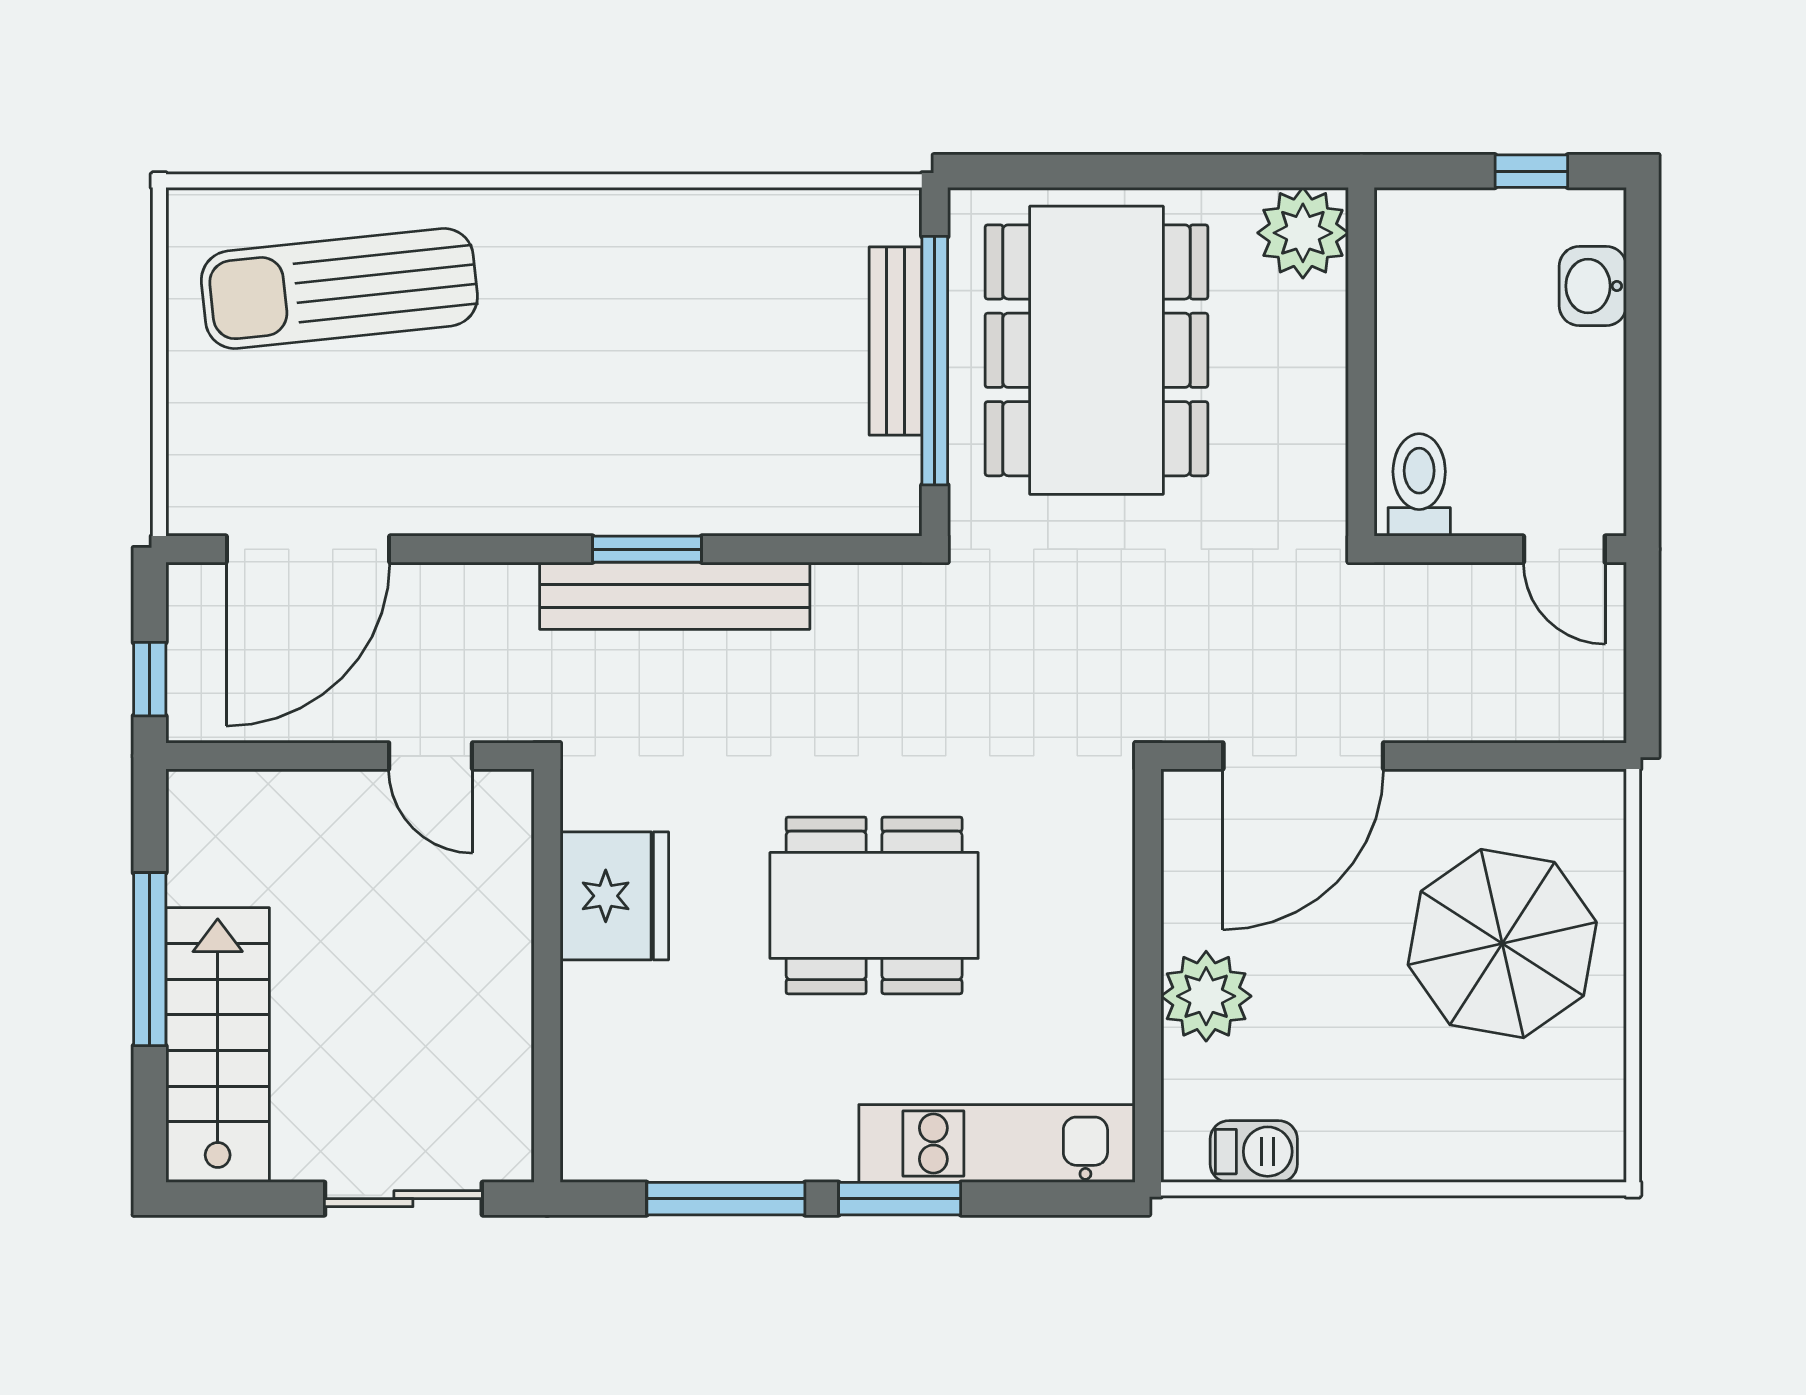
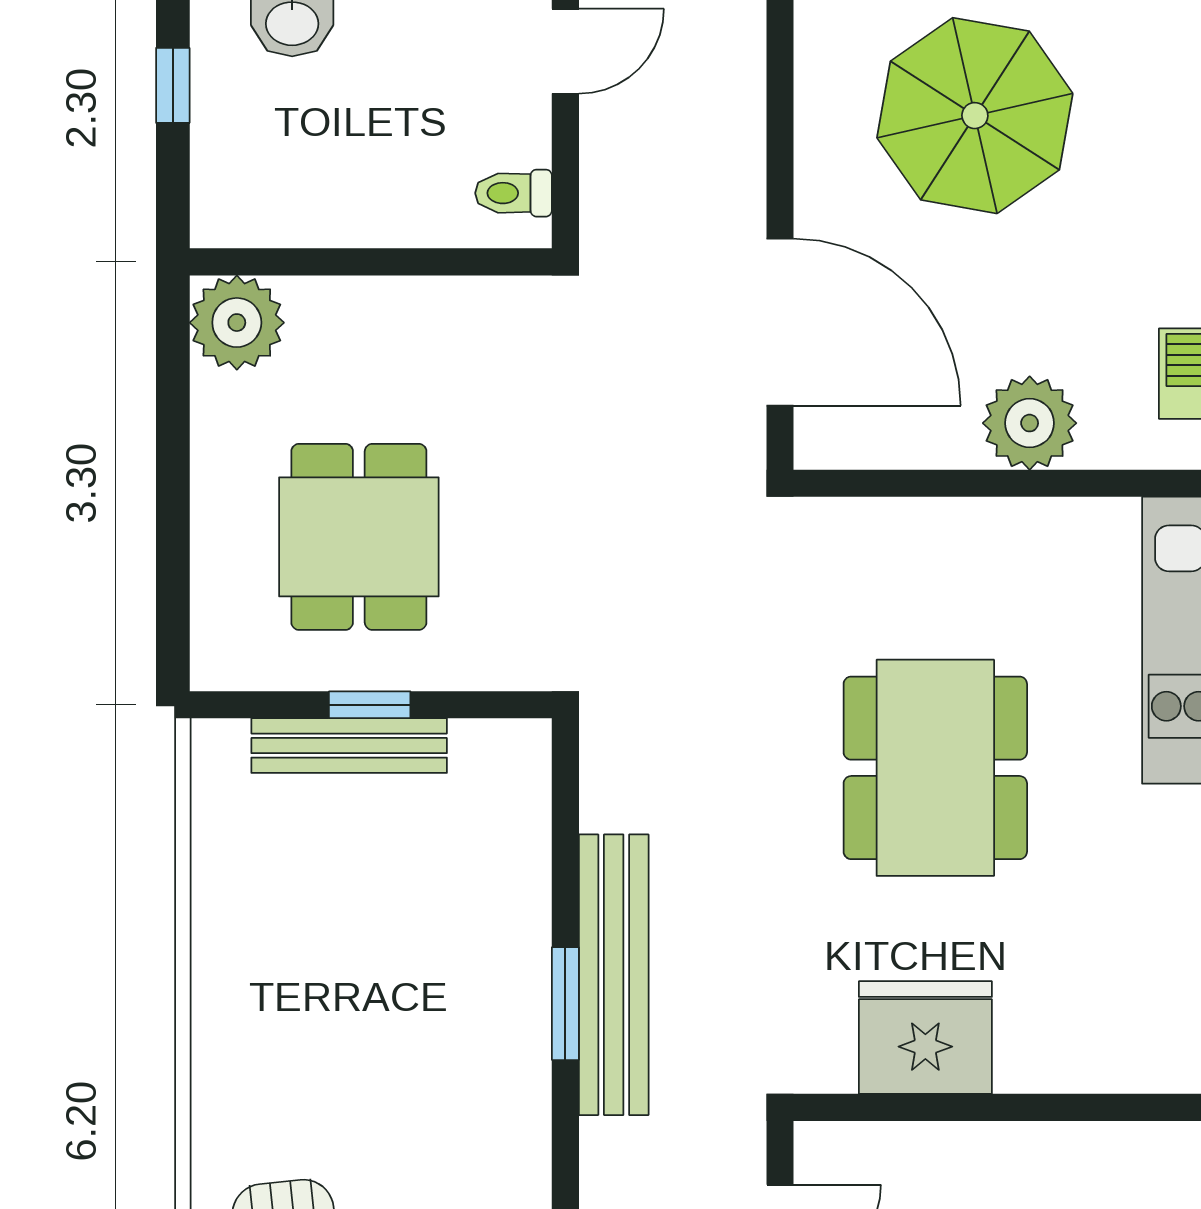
dining table: (1097, 350) -> (359, 537), width x0.53, depth x0.80
window: (935, 361) -> (370, 705), width x0.32
toilet: (1419, 485) -> (514, 193), width x0.73, depth x0.72

